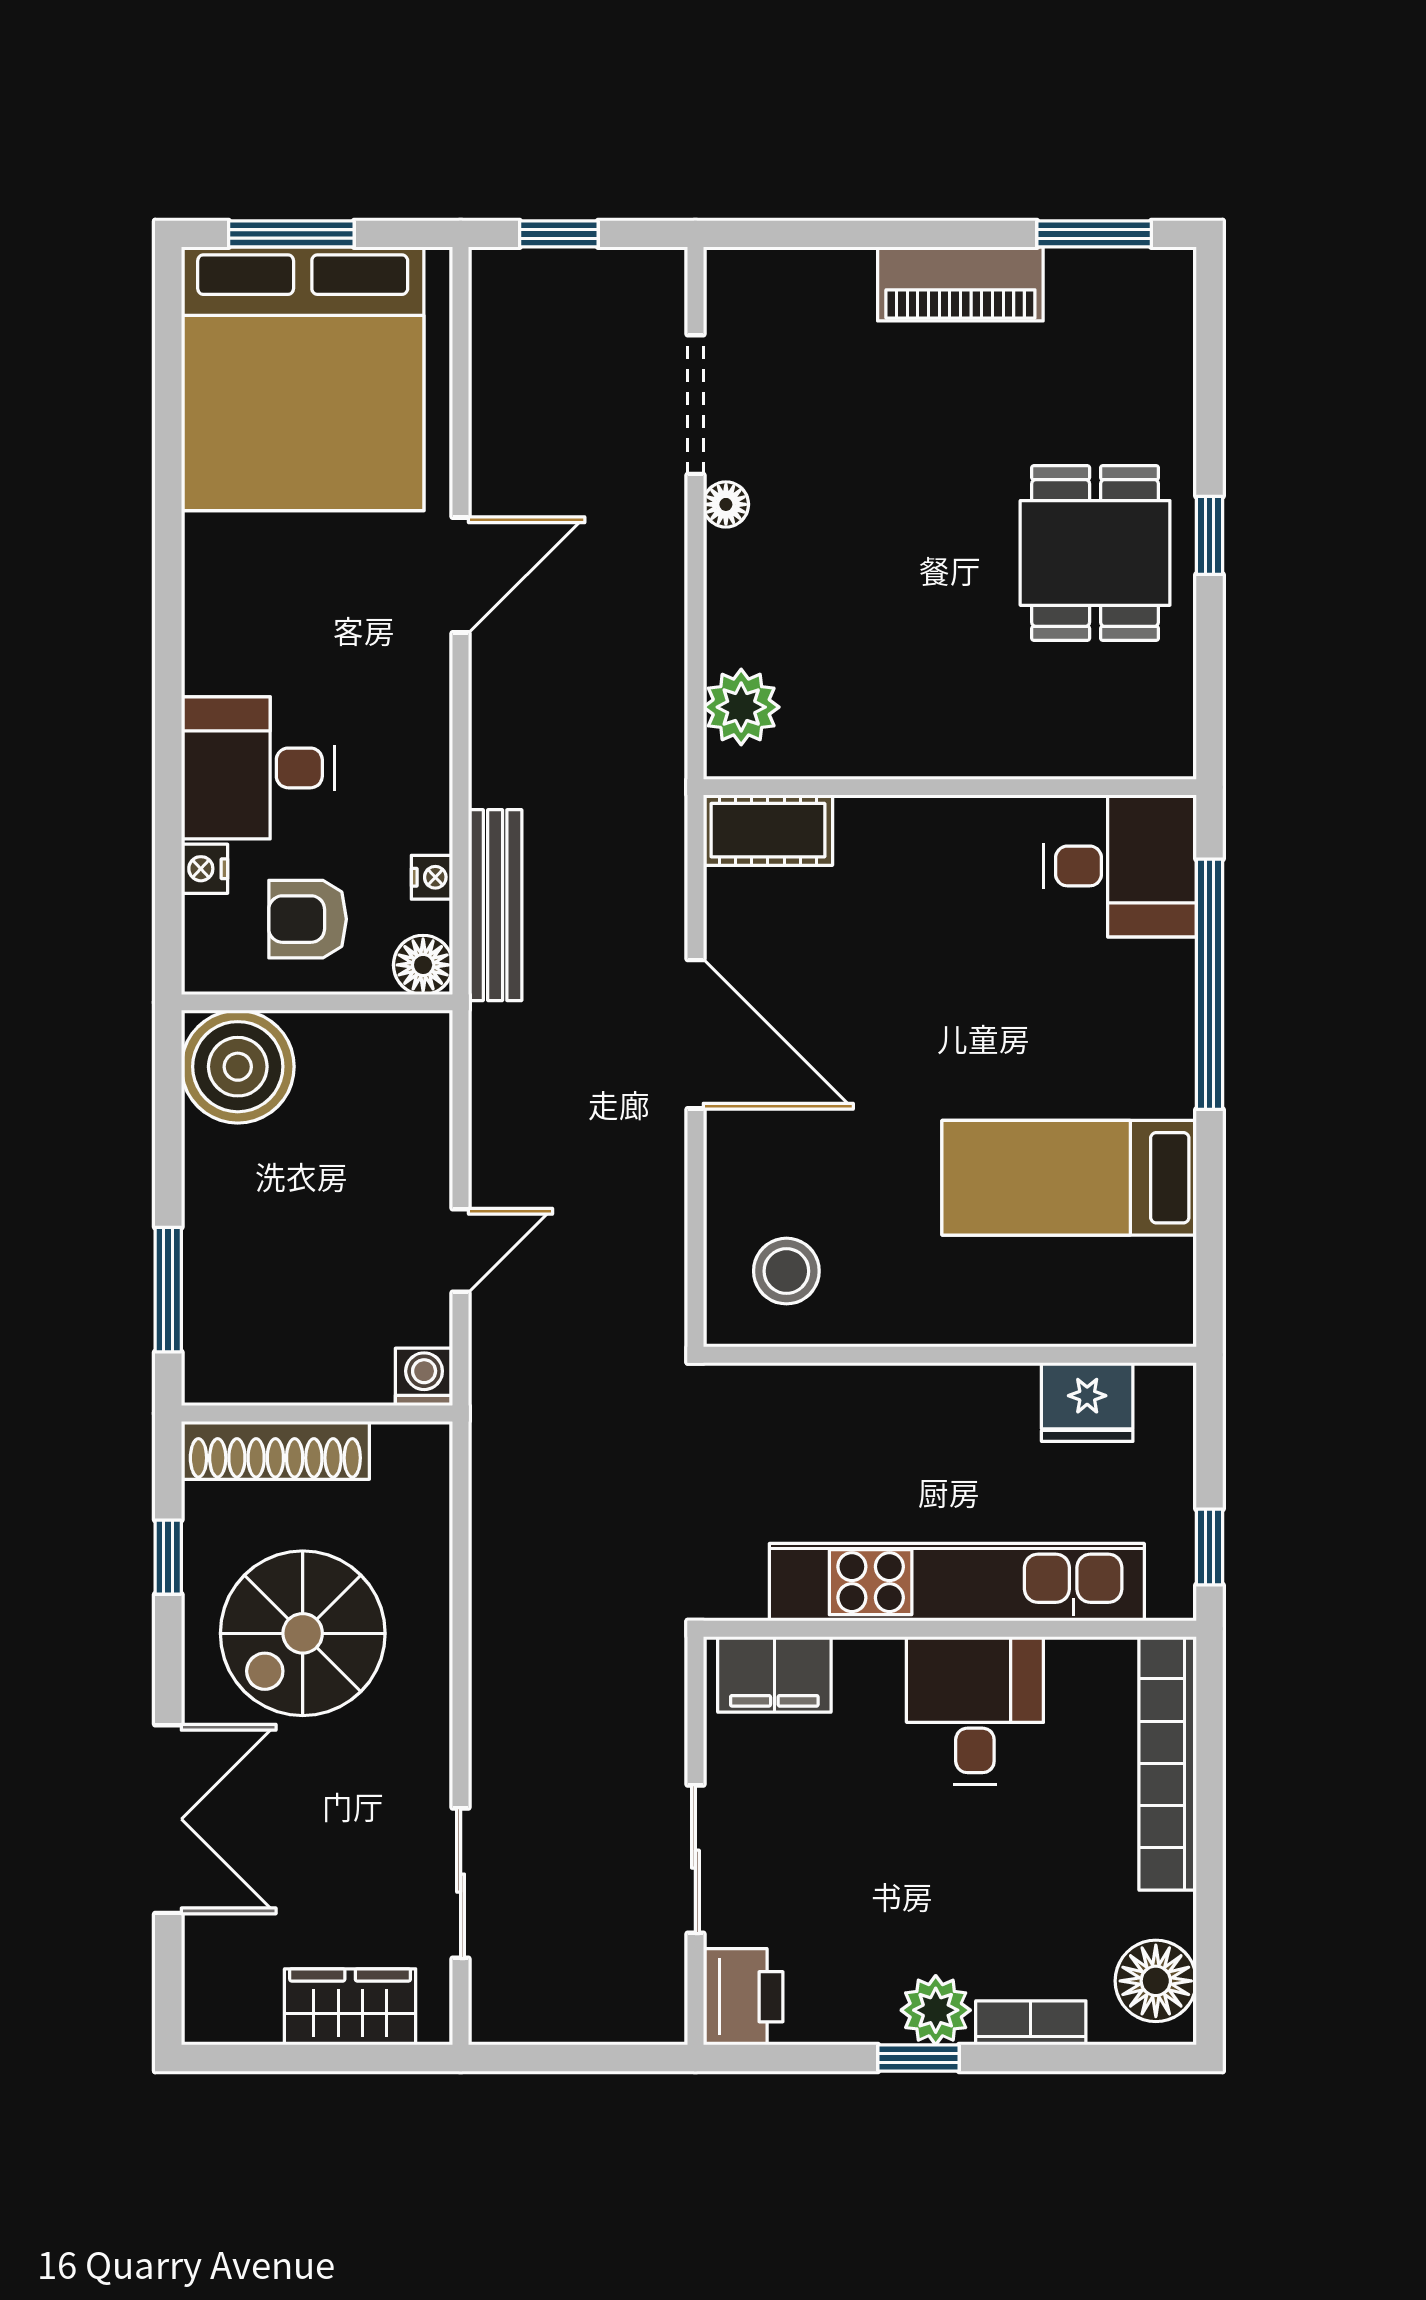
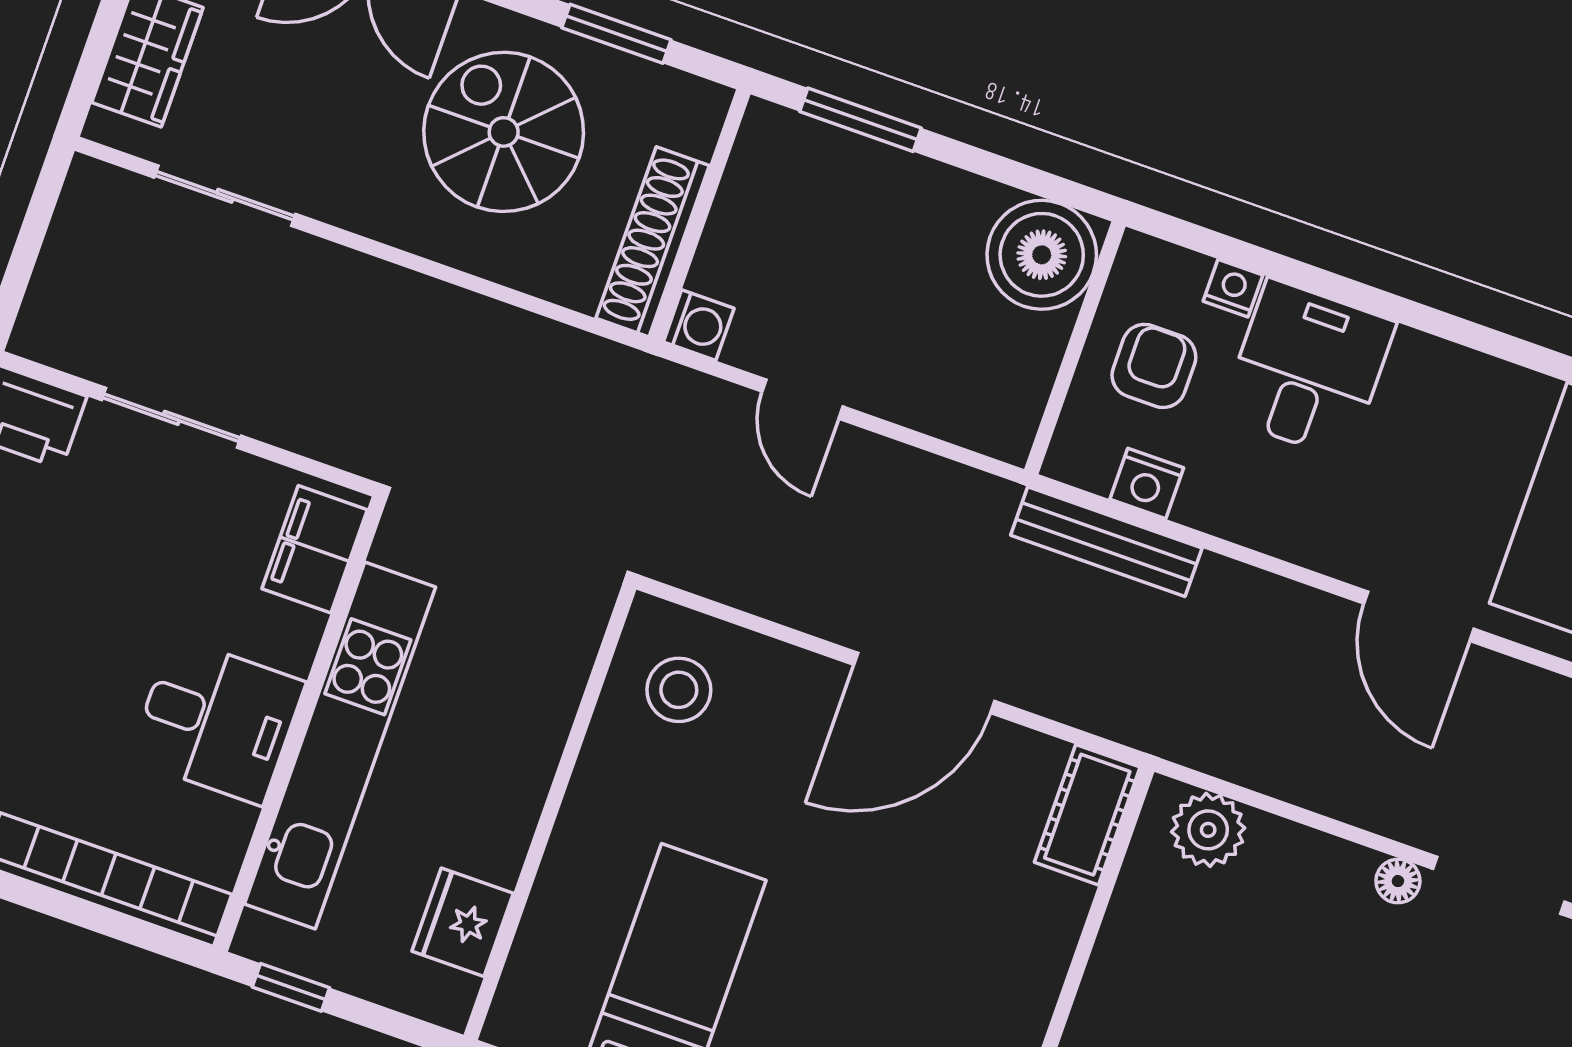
nightstand: (432, 877) -> (1147, 484), width x1.39, depth x1.35
floor lamp: (423, 965) -> (1075, 457), removed
shoe rack: (275, 1450) -> (653, 242), moved
window: (168, 1557) -> (616, 34), width x1.50

